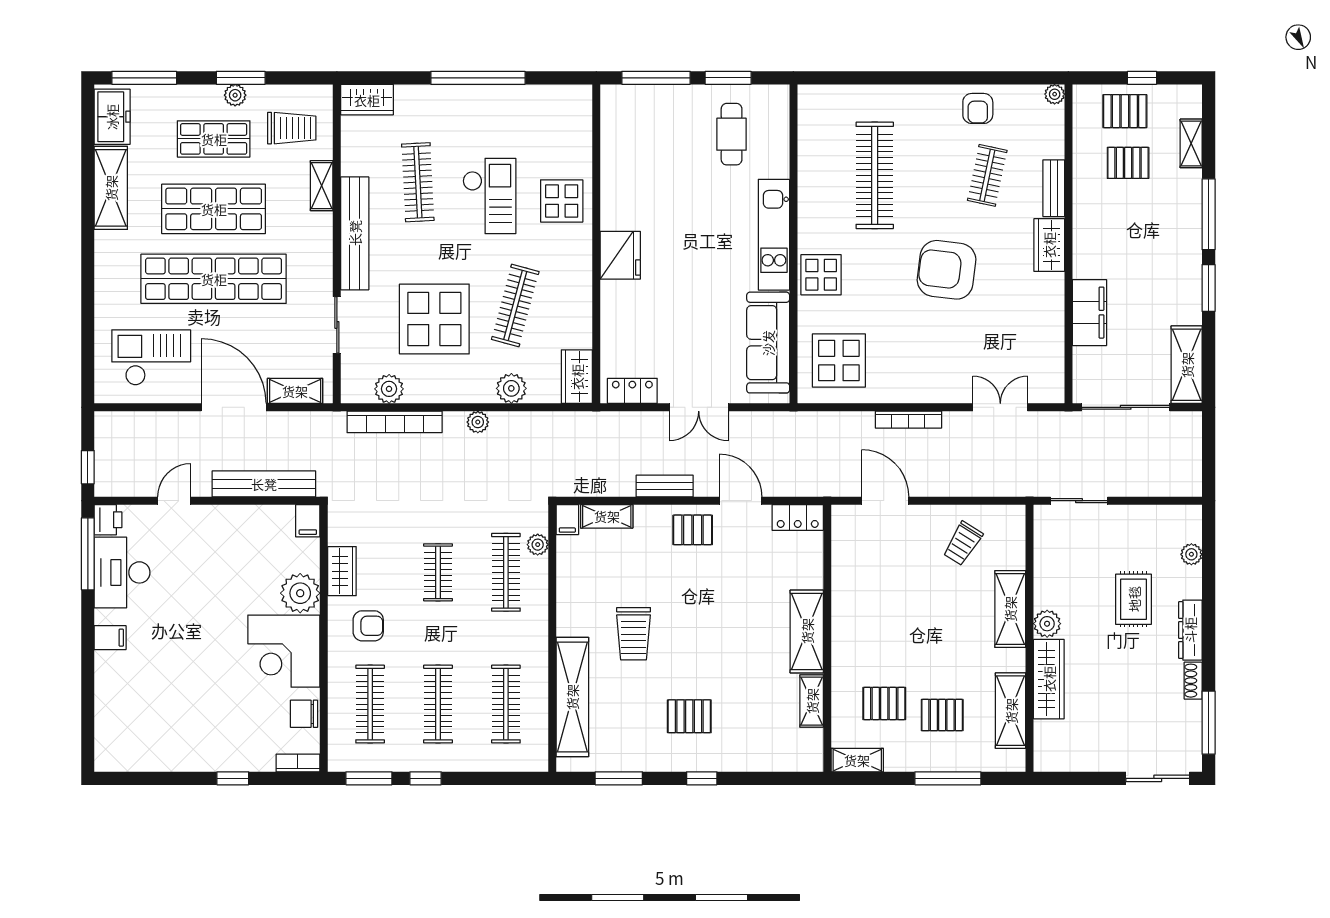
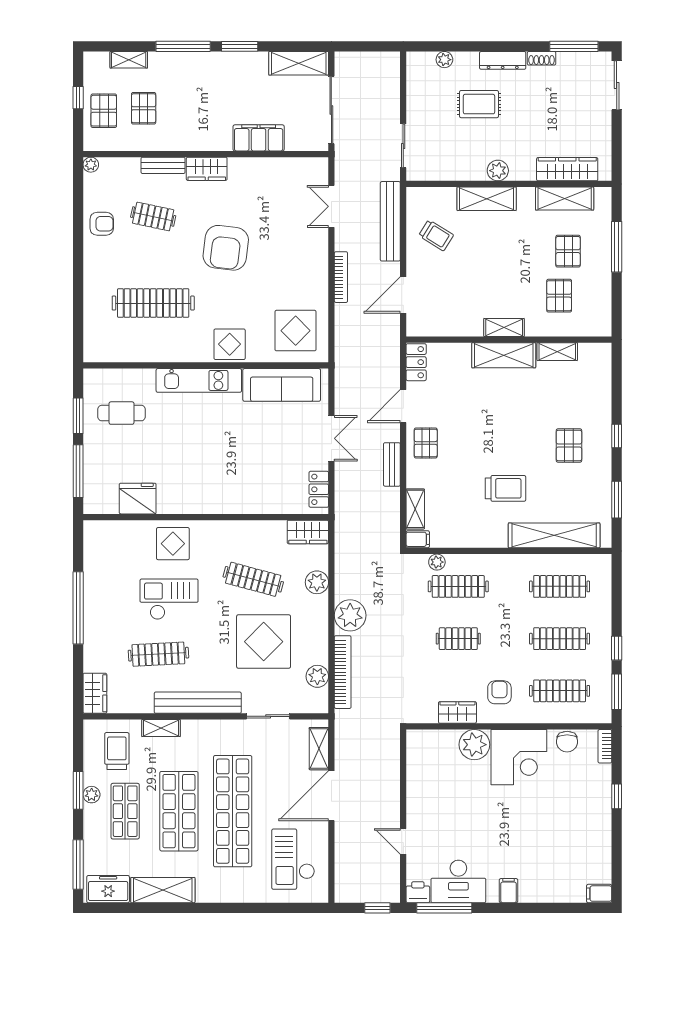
fridge: (620, 255) -> (138, 499), moved
plant: (478, 422) -> (350, 615), width x1.88, depth x1.88
bench: (264, 484) -> (390, 221), moved
filing cabinet: (308, 521) -> (599, 894), moved, turned 180
wardrobe: (1049, 679) -> (567, 169), moved
shelving: (857, 760) -> (504, 327), moved, turned 90

